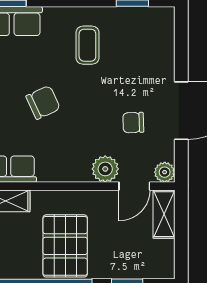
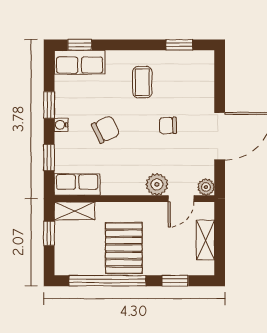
chair: (133, 123) -> (168, 126), moved
shelving: (164, 214) -> (205, 240), moved

